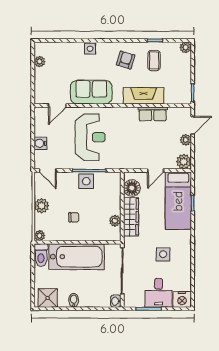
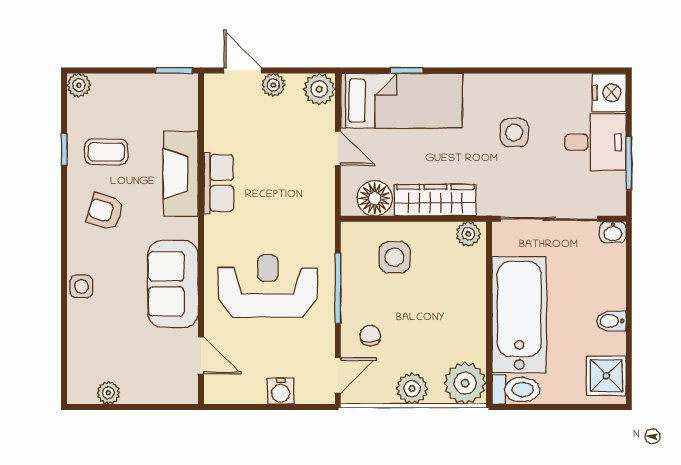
row of seats: (153, 114) -> (219, 183), moved
side table: (86, 181) -> (394, 257), moved
chair: (74, 217) -> (370, 336), moved
plant: (115, 221) -> (468, 234), moved
plant: (39, 236) -> (465, 383), width x1.88, depth x1.88

